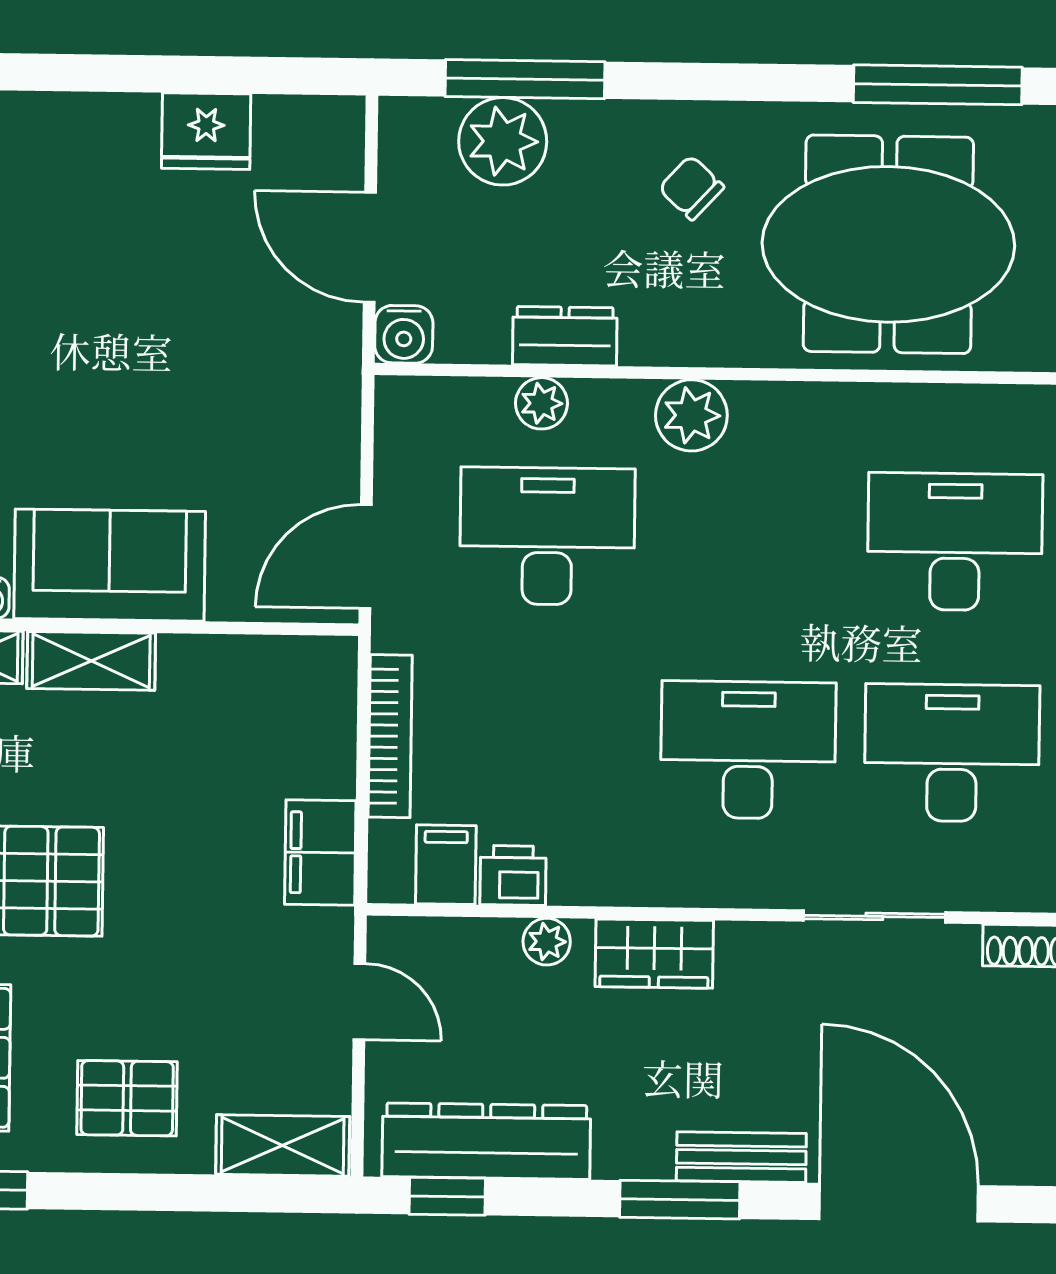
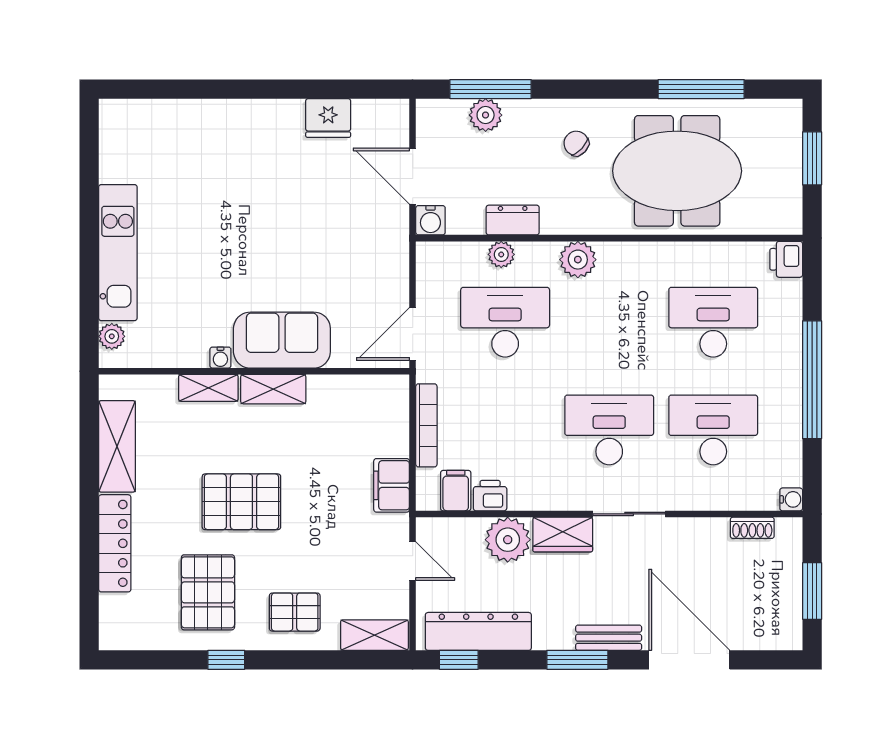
plant: (503, 141) -> (486, 115), width x0.73, depth x0.73
sliding door: (874, 916) -> (629, 514), moved
plant: (547, 942) -> (508, 540), width x1.88, depth x1.88

